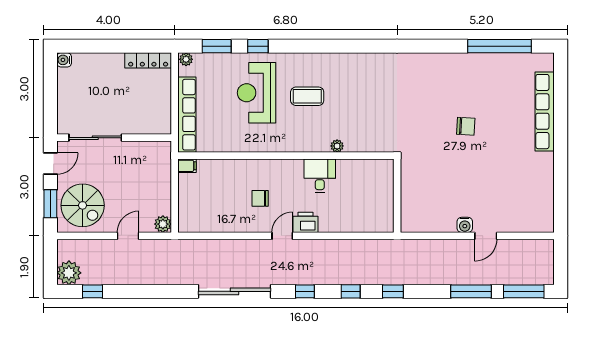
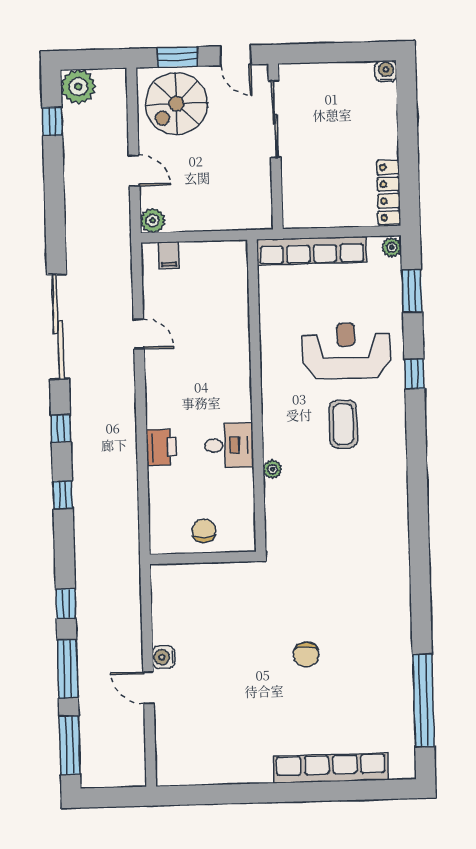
window: (258, 46) -> (414, 374), moved
filing cabinet: (187, 166) -> (169, 255), moved
chair: (260, 198) -> (204, 531), moved
printer: (306, 222) -> (161, 447), moved
door: (282, 236) -> (139, 334), moved
window: (393, 291) -> (66, 604), moved

